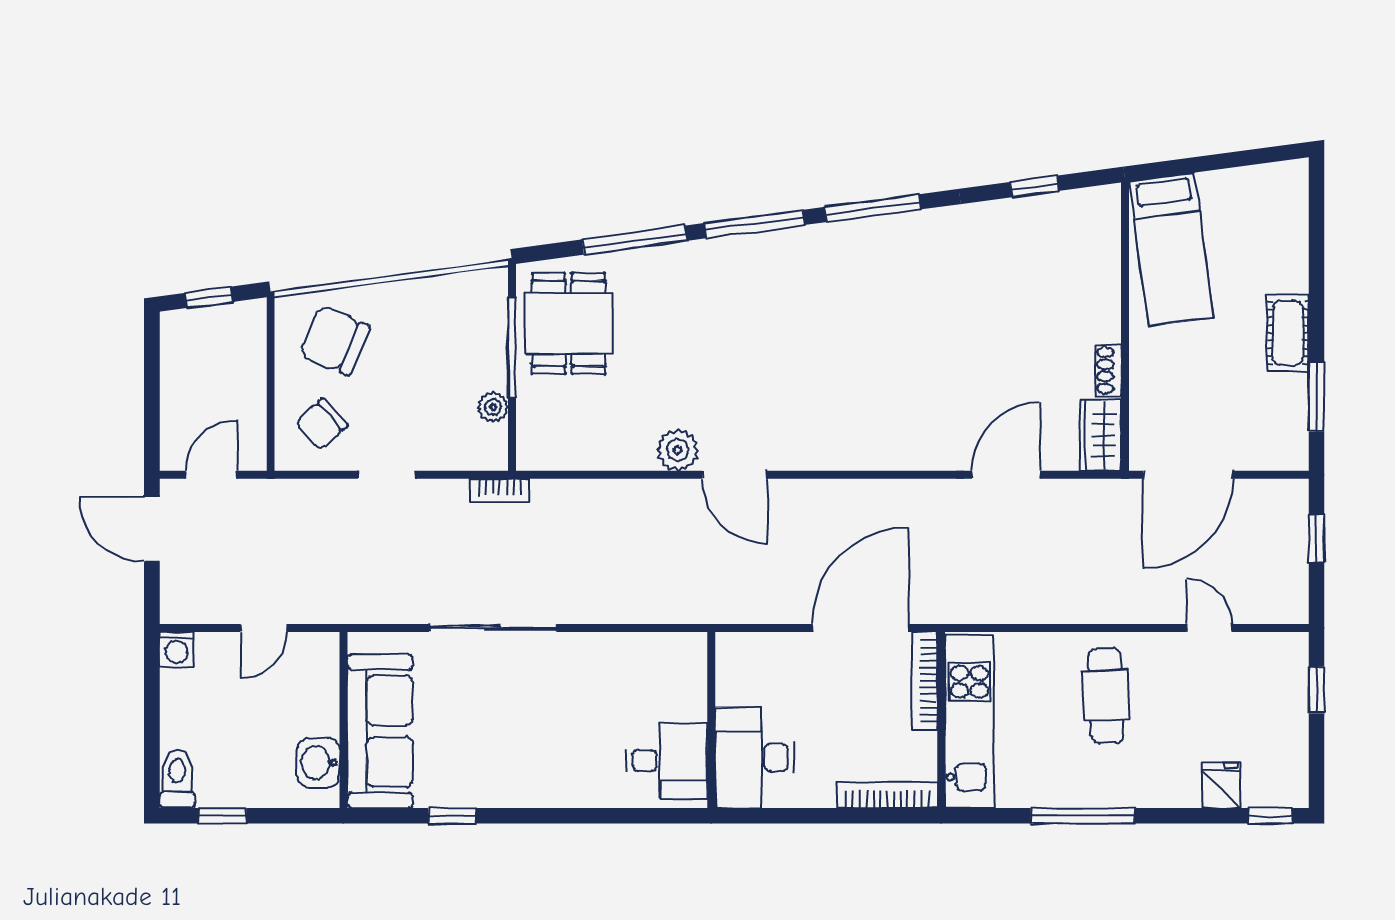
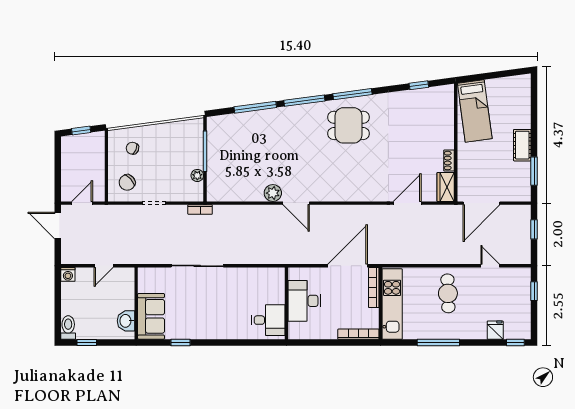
dining table: (569, 323) -> (349, 125), moved, turned 90
chair: (334, 340) -> (132, 148), width x0.54, depth x0.54
sofa: (380, 731) -> (151, 316), width x0.73
desk: (755, 758) -> (304, 301), moved

